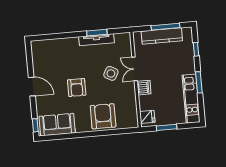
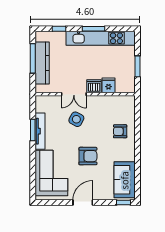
corner sofa: (57, 54) -> (51, 173), added
kitchen unit: (191, 99) -> (101, 38), width x1.36
armchair: (103, 116) -> (120, 131), width x0.53, depth x0.53
fridge: (147, 117) -> (109, 85), moved

